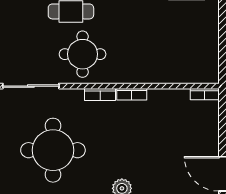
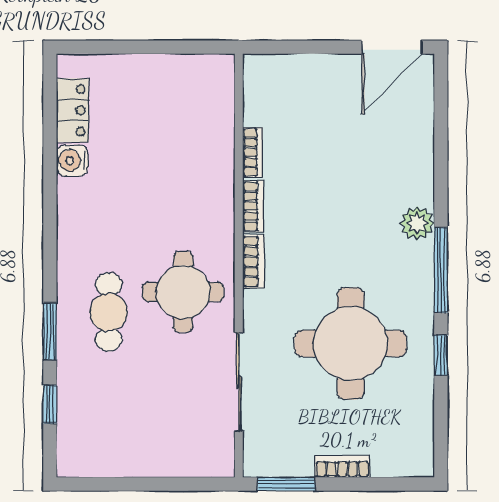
bookcase: (205, 94) -> (253, 153), moved

